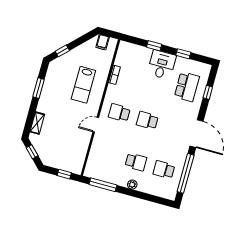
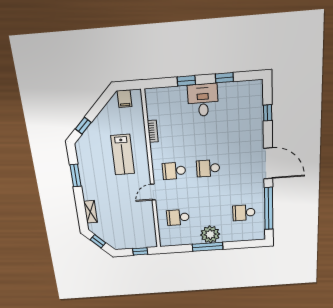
school desk: (187, 87) -> (241, 115), removed
school desk: (136, 162) -> (178, 217), moved, turned 180
window: (103, 185) -> (208, 247), moved
plant: (132, 185) -> (210, 234), width x1.87, depth x1.87

